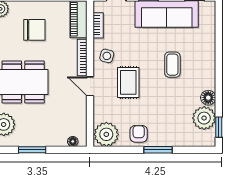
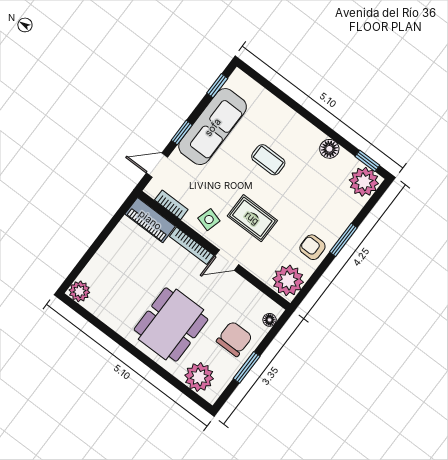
chair: (34, 30) -> (234, 339), moved
plant: (204, 118) -> (364, 182), moved

